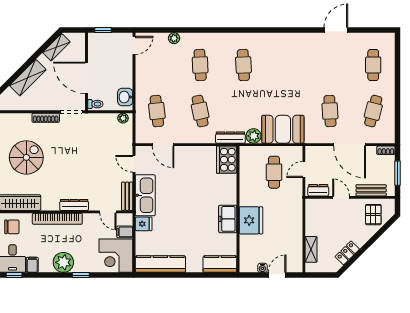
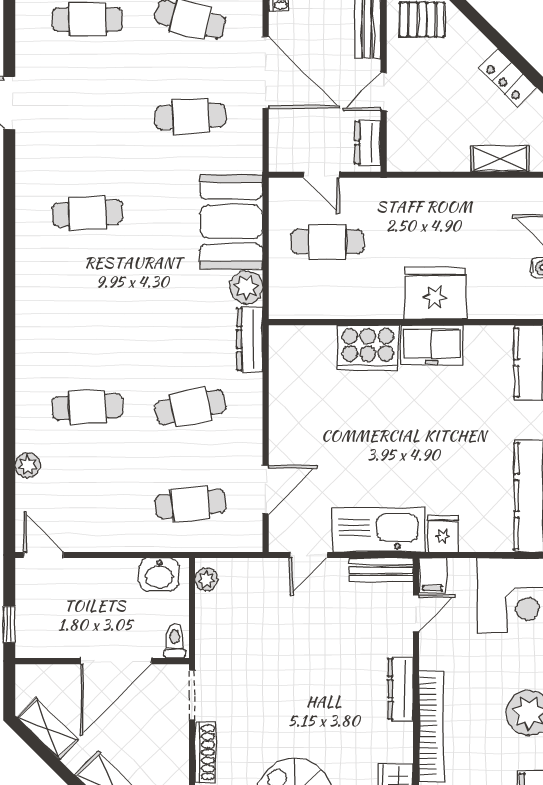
cafe table: (243, 65) -> (87, 213), moved
door: (350, 145) -> (266, 72), hinge flipped
cooker: (227, 160) -> (368, 348), moved
filing cabinet: (125, 232) -> (432, 576), moved

